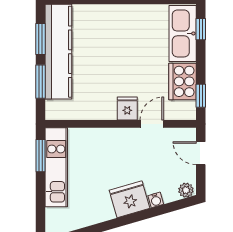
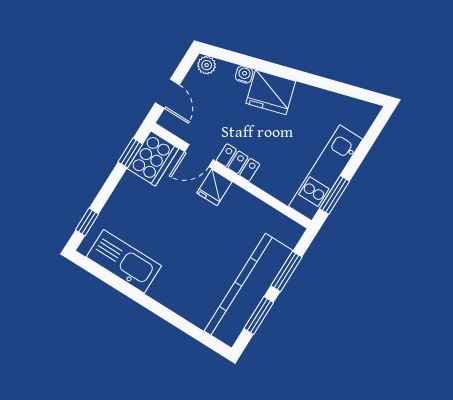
kitchen sink: (183, 33) -> (124, 261), moved, turned -90
cooker: (183, 81) -> (153, 158), moved
locker: (122, 136) -> (238, 162), added

